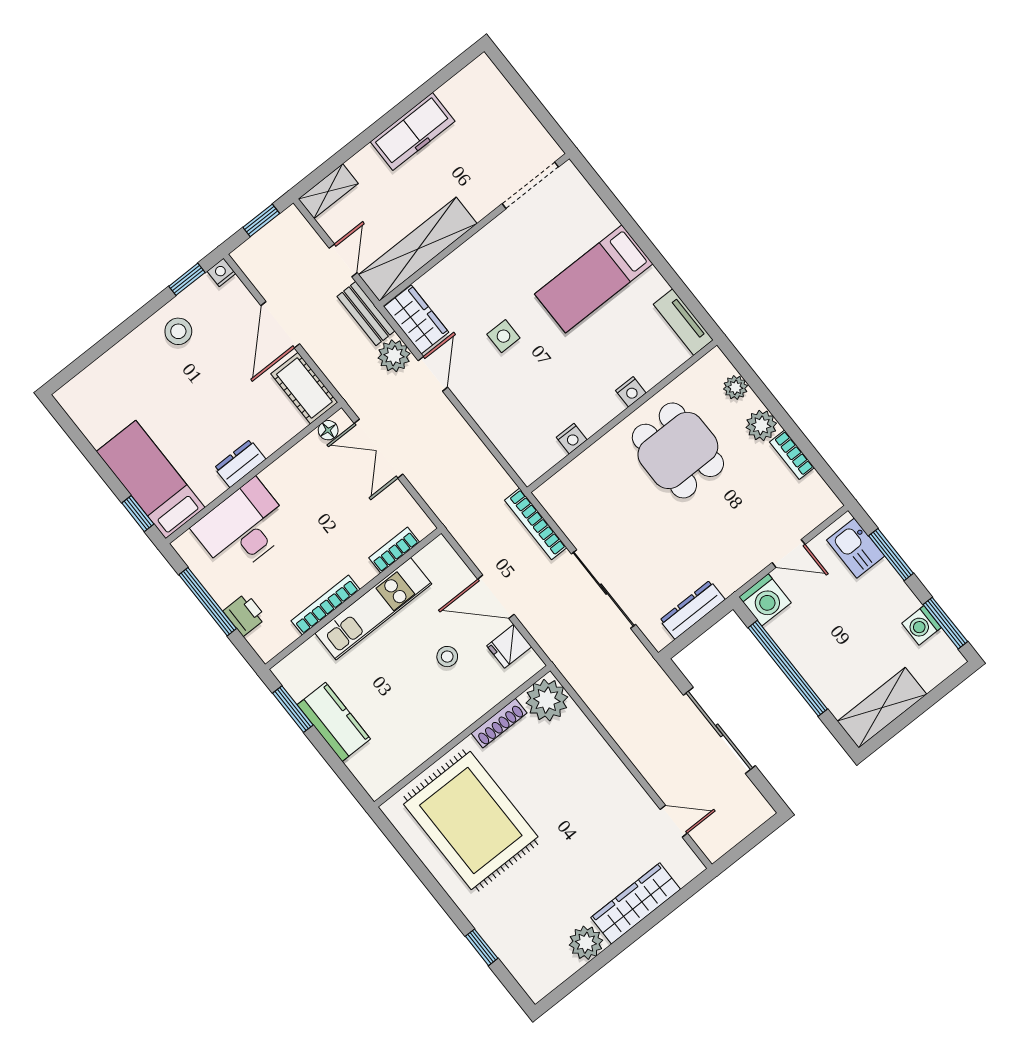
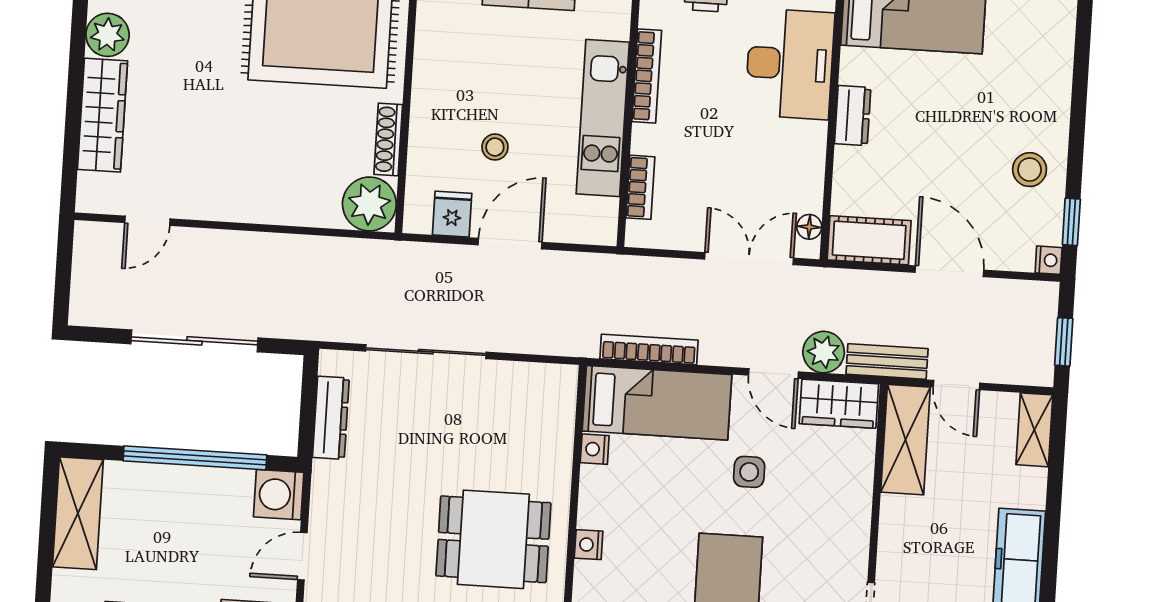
shelving: (418, 249) -> (905, 440), width x0.68
bed: (512, 427) -> (657, 403), added
bookcase: (536, 524) -> (649, 349), moved

